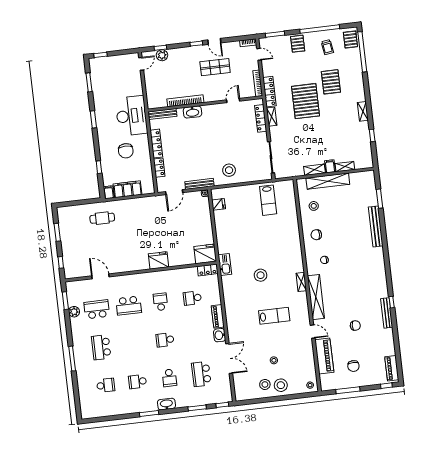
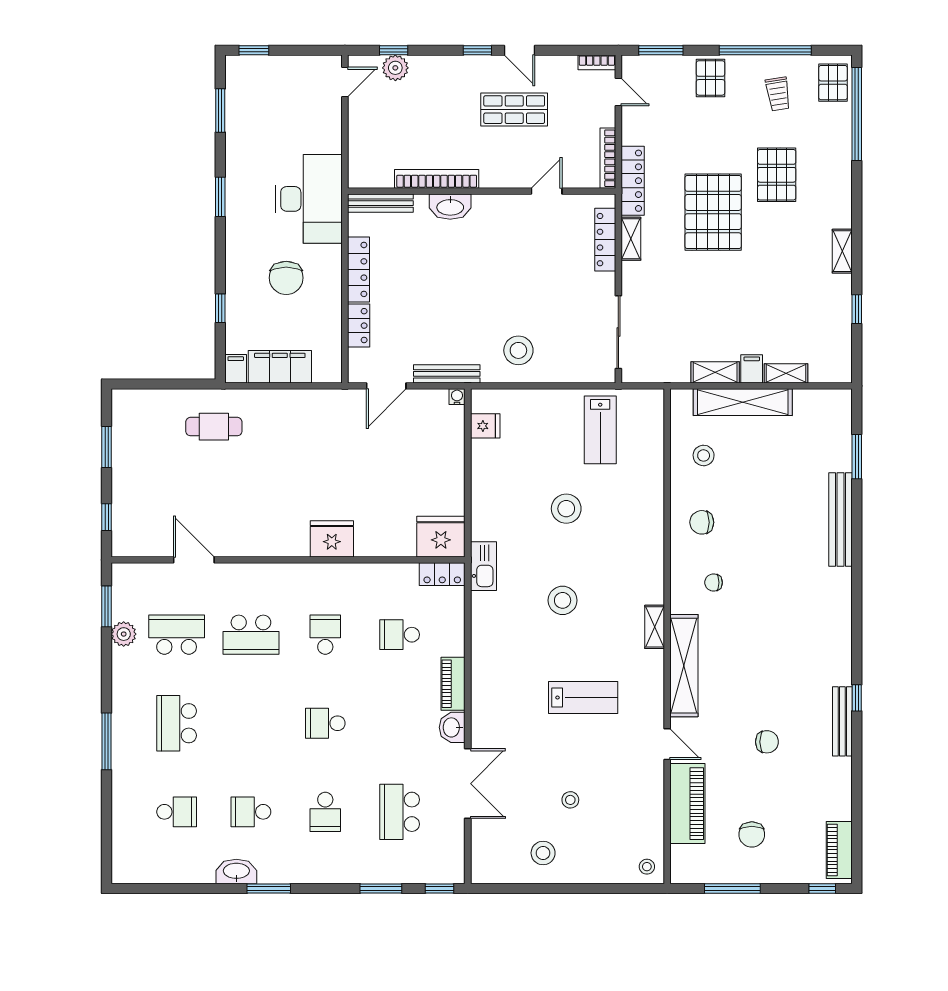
stool: (281, 385) -> (566, 509), moved
washbasin: (166, 404) -> (236, 872), moved

